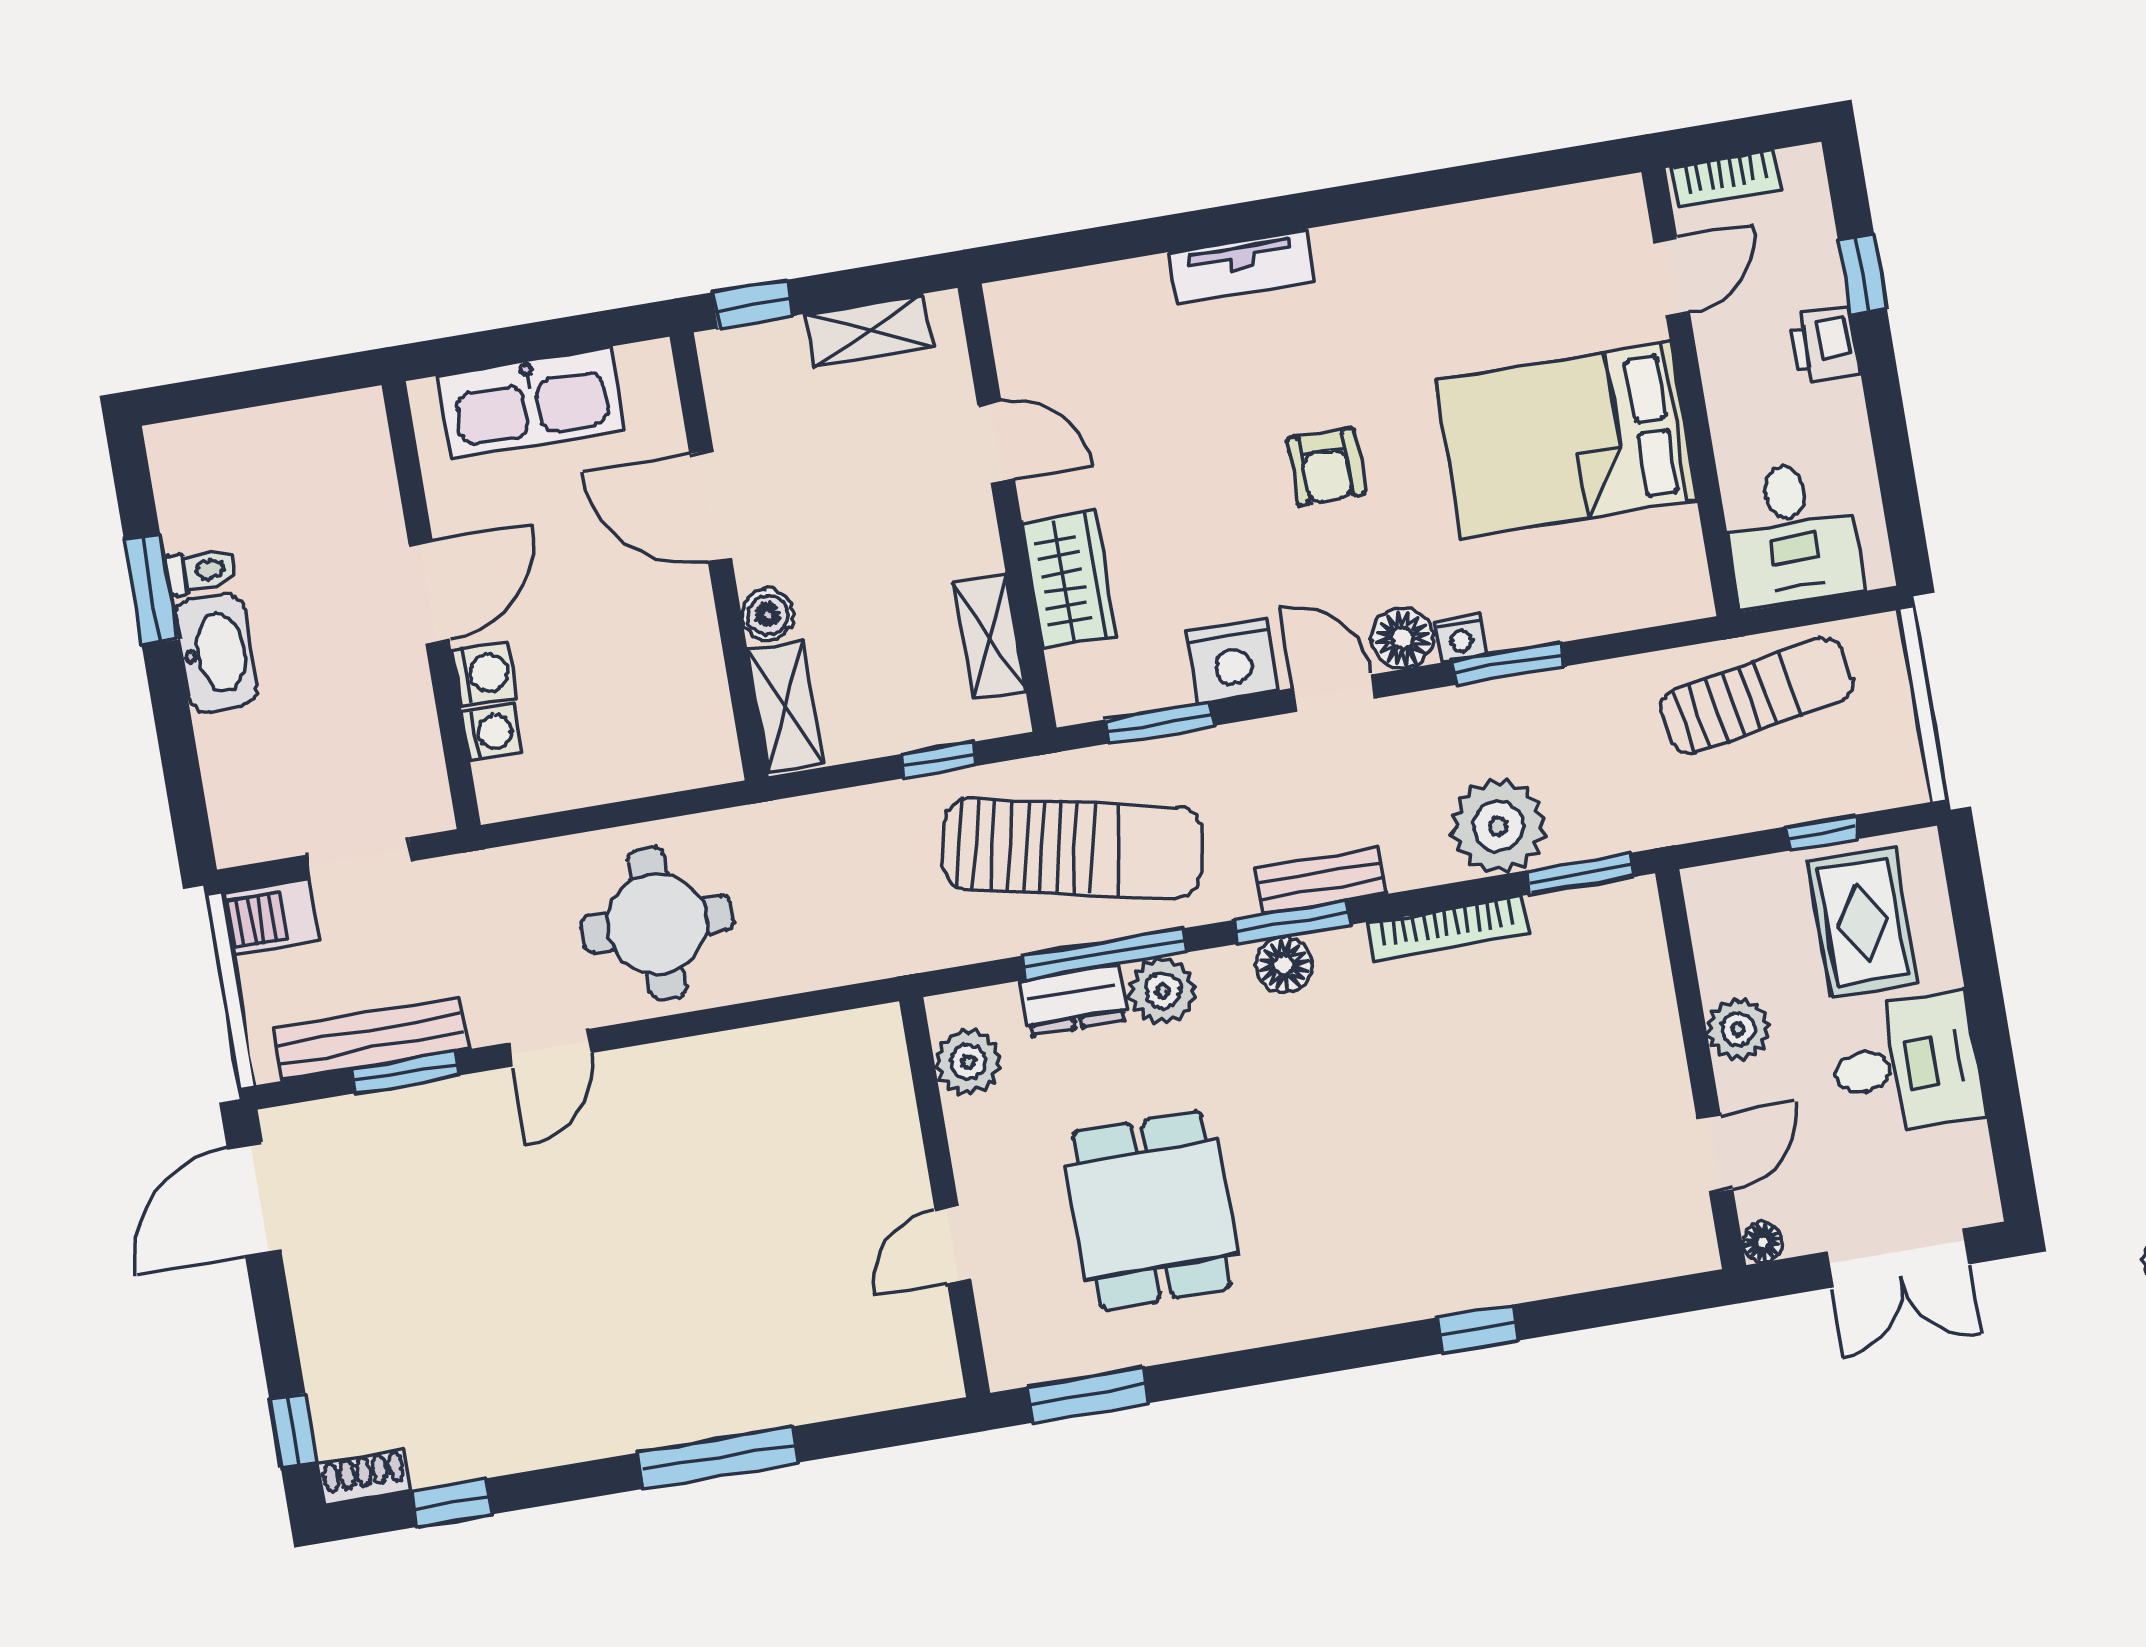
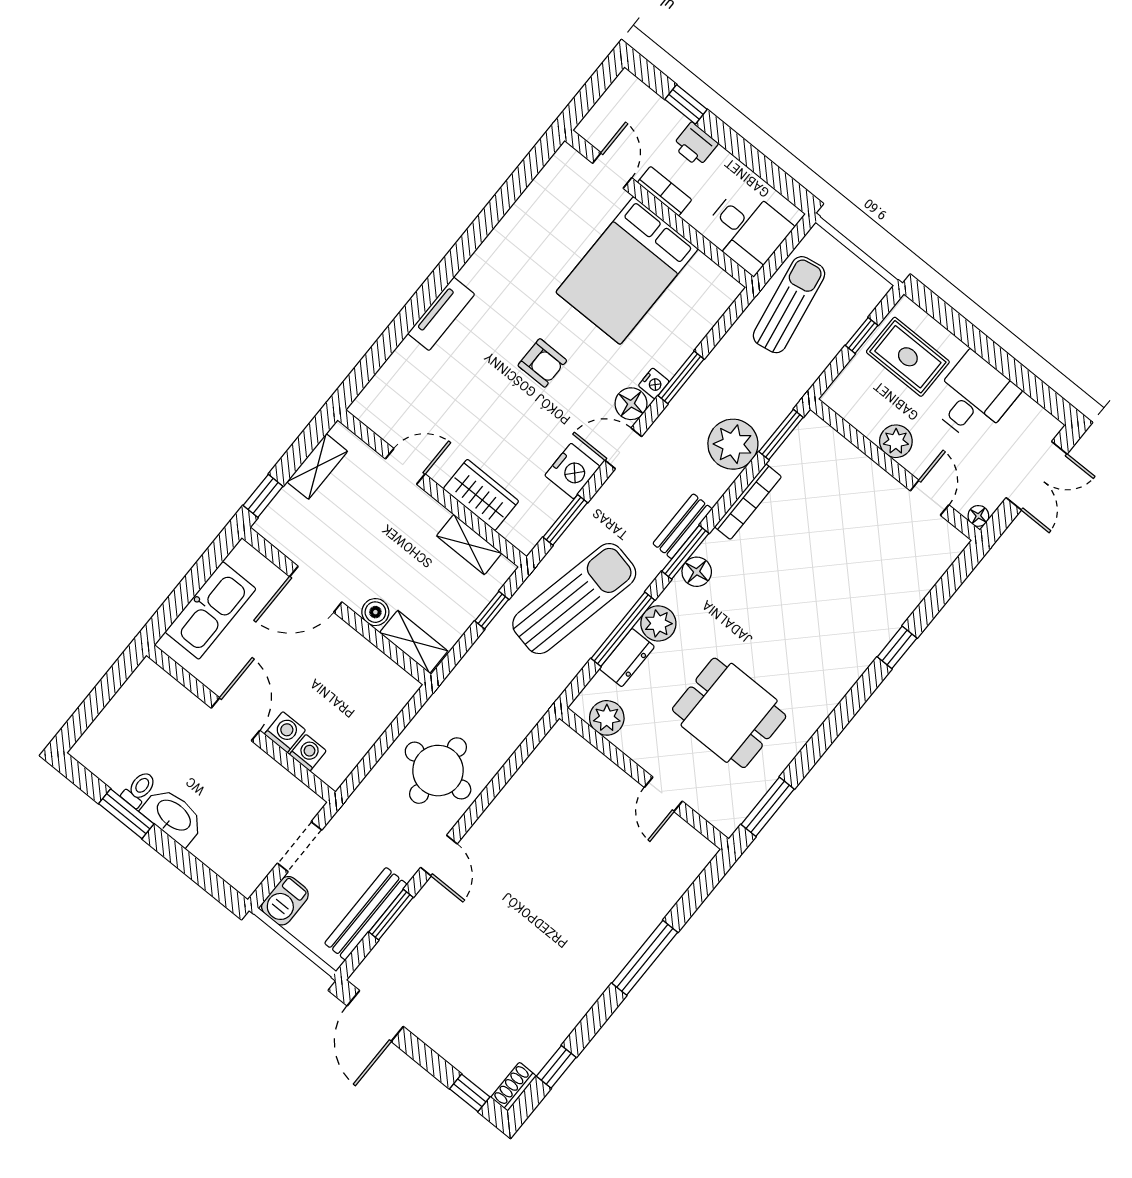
bookcase: (1727, 179) -> (665, 191), moved, turned -90

